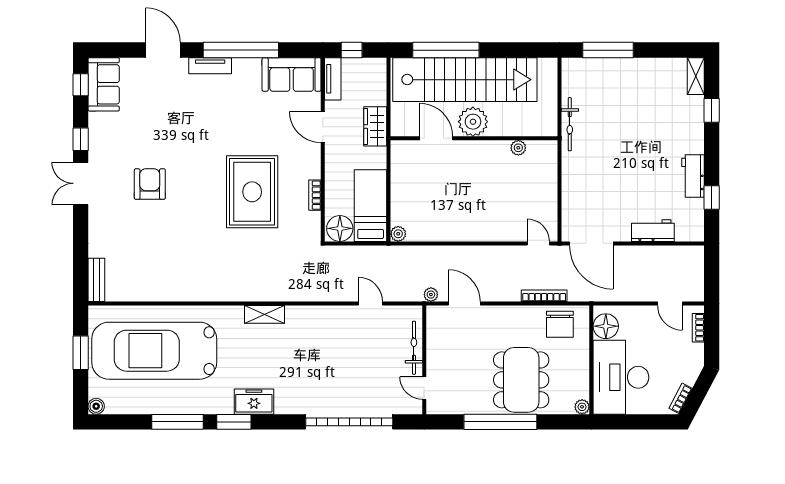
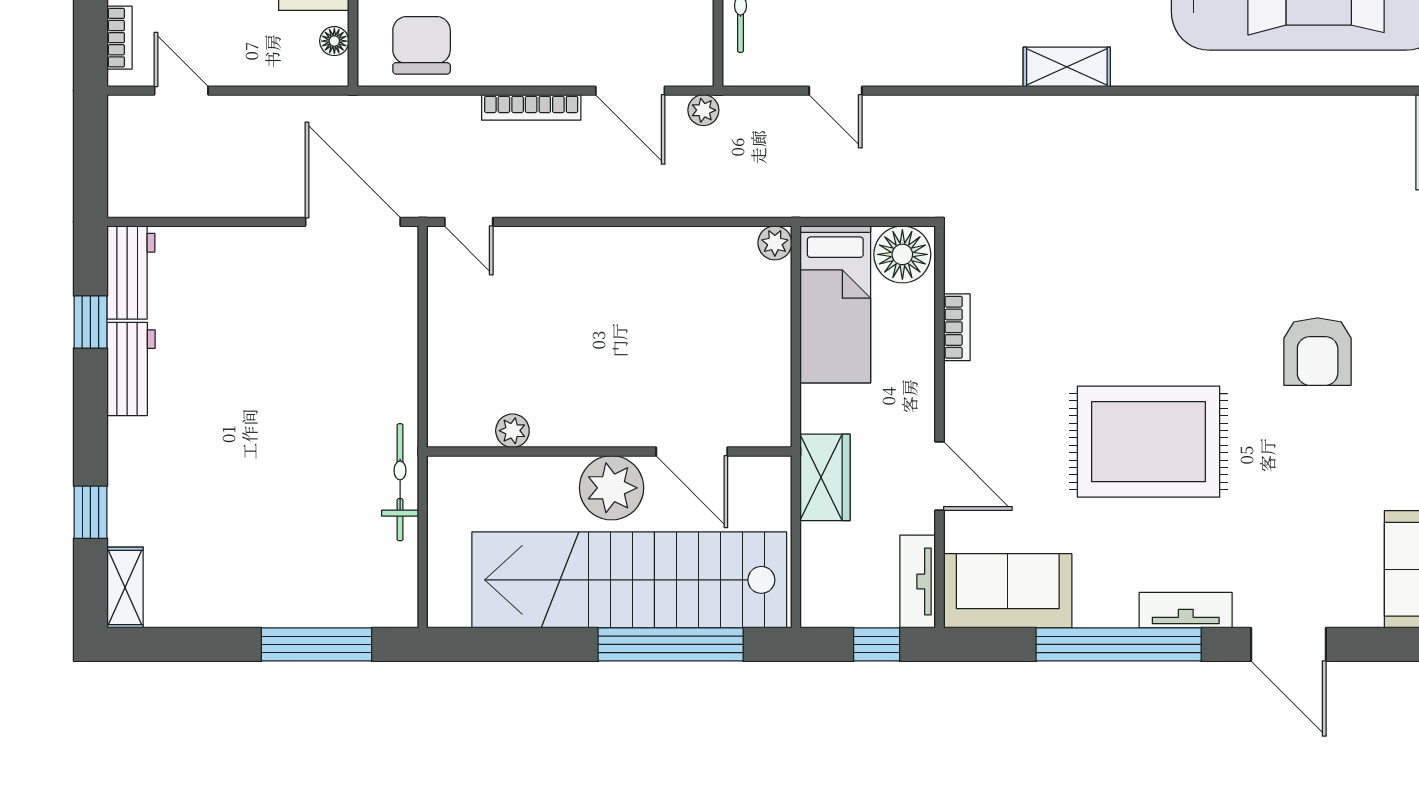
rug: (252, 192) -> (1148, 442), moved, turned 90
workbench: (653, 231) -> (131, 273), moved, turned -90
bookcase: (544, 296) -> (531, 107), moved
floor lamp: (606, 326) -> (334, 41), width x0.53, depth x0.53

